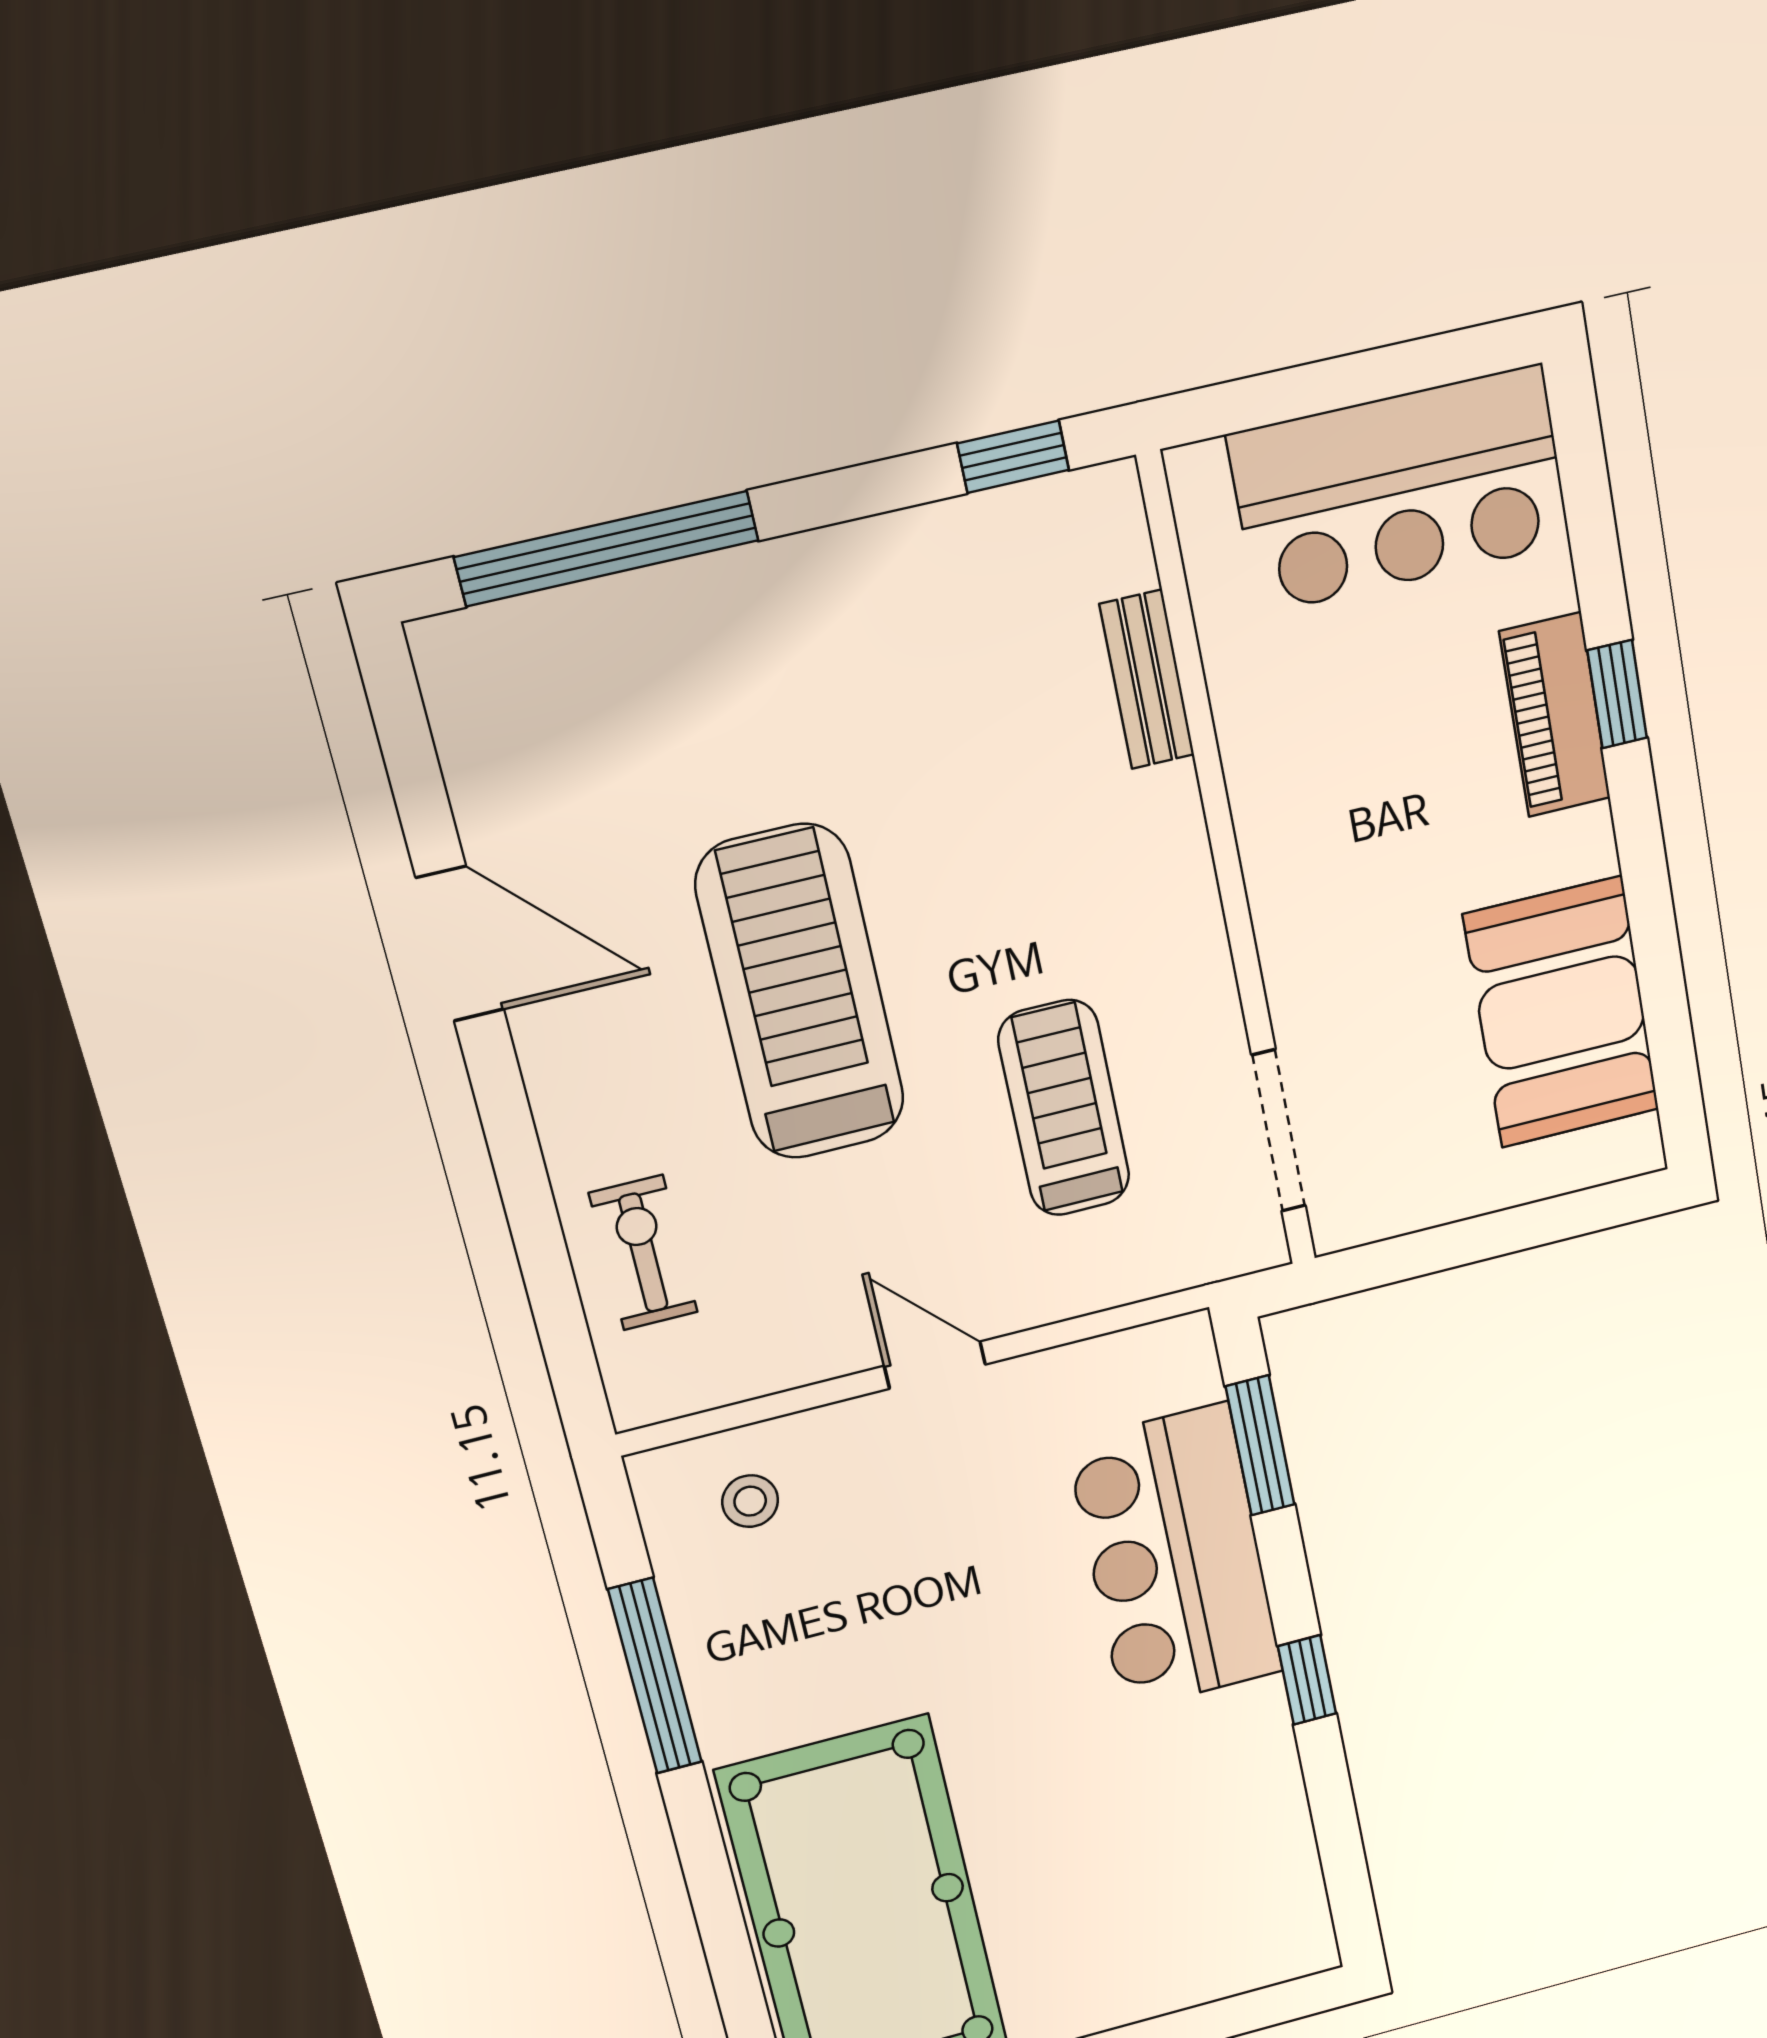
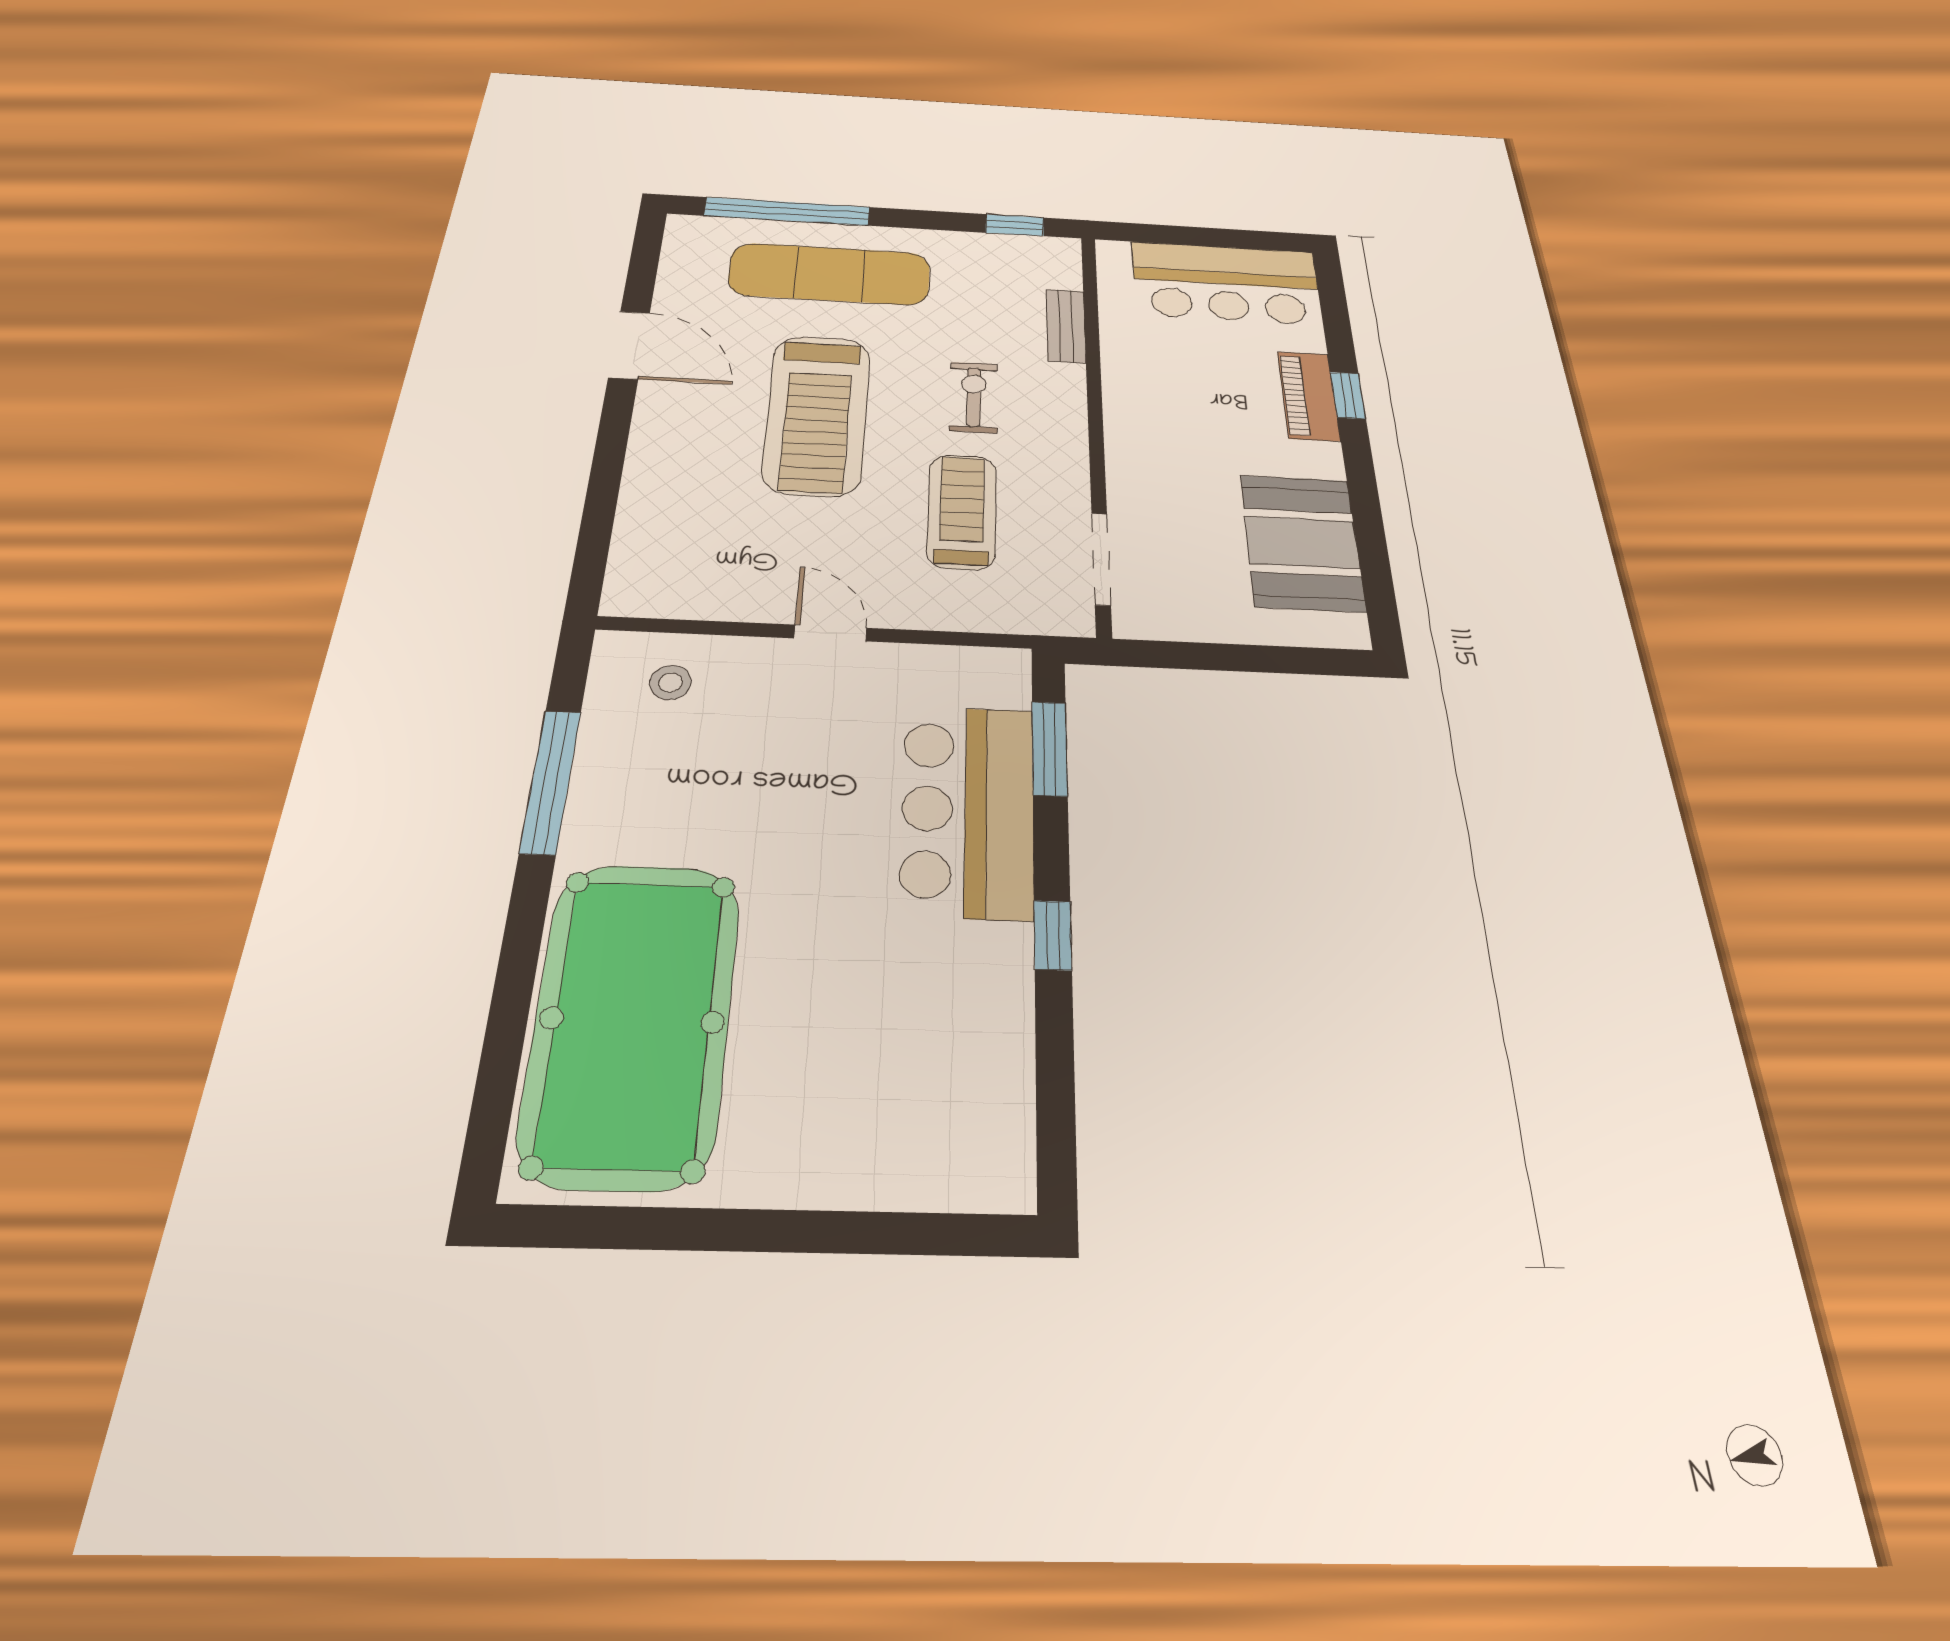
exercise mat: (728, 682) -> (830, 274), added
treadmill: (800, 993) -> (817, 414), turned 180
exercise bike: (643, 1253) -> (974, 397), moved

